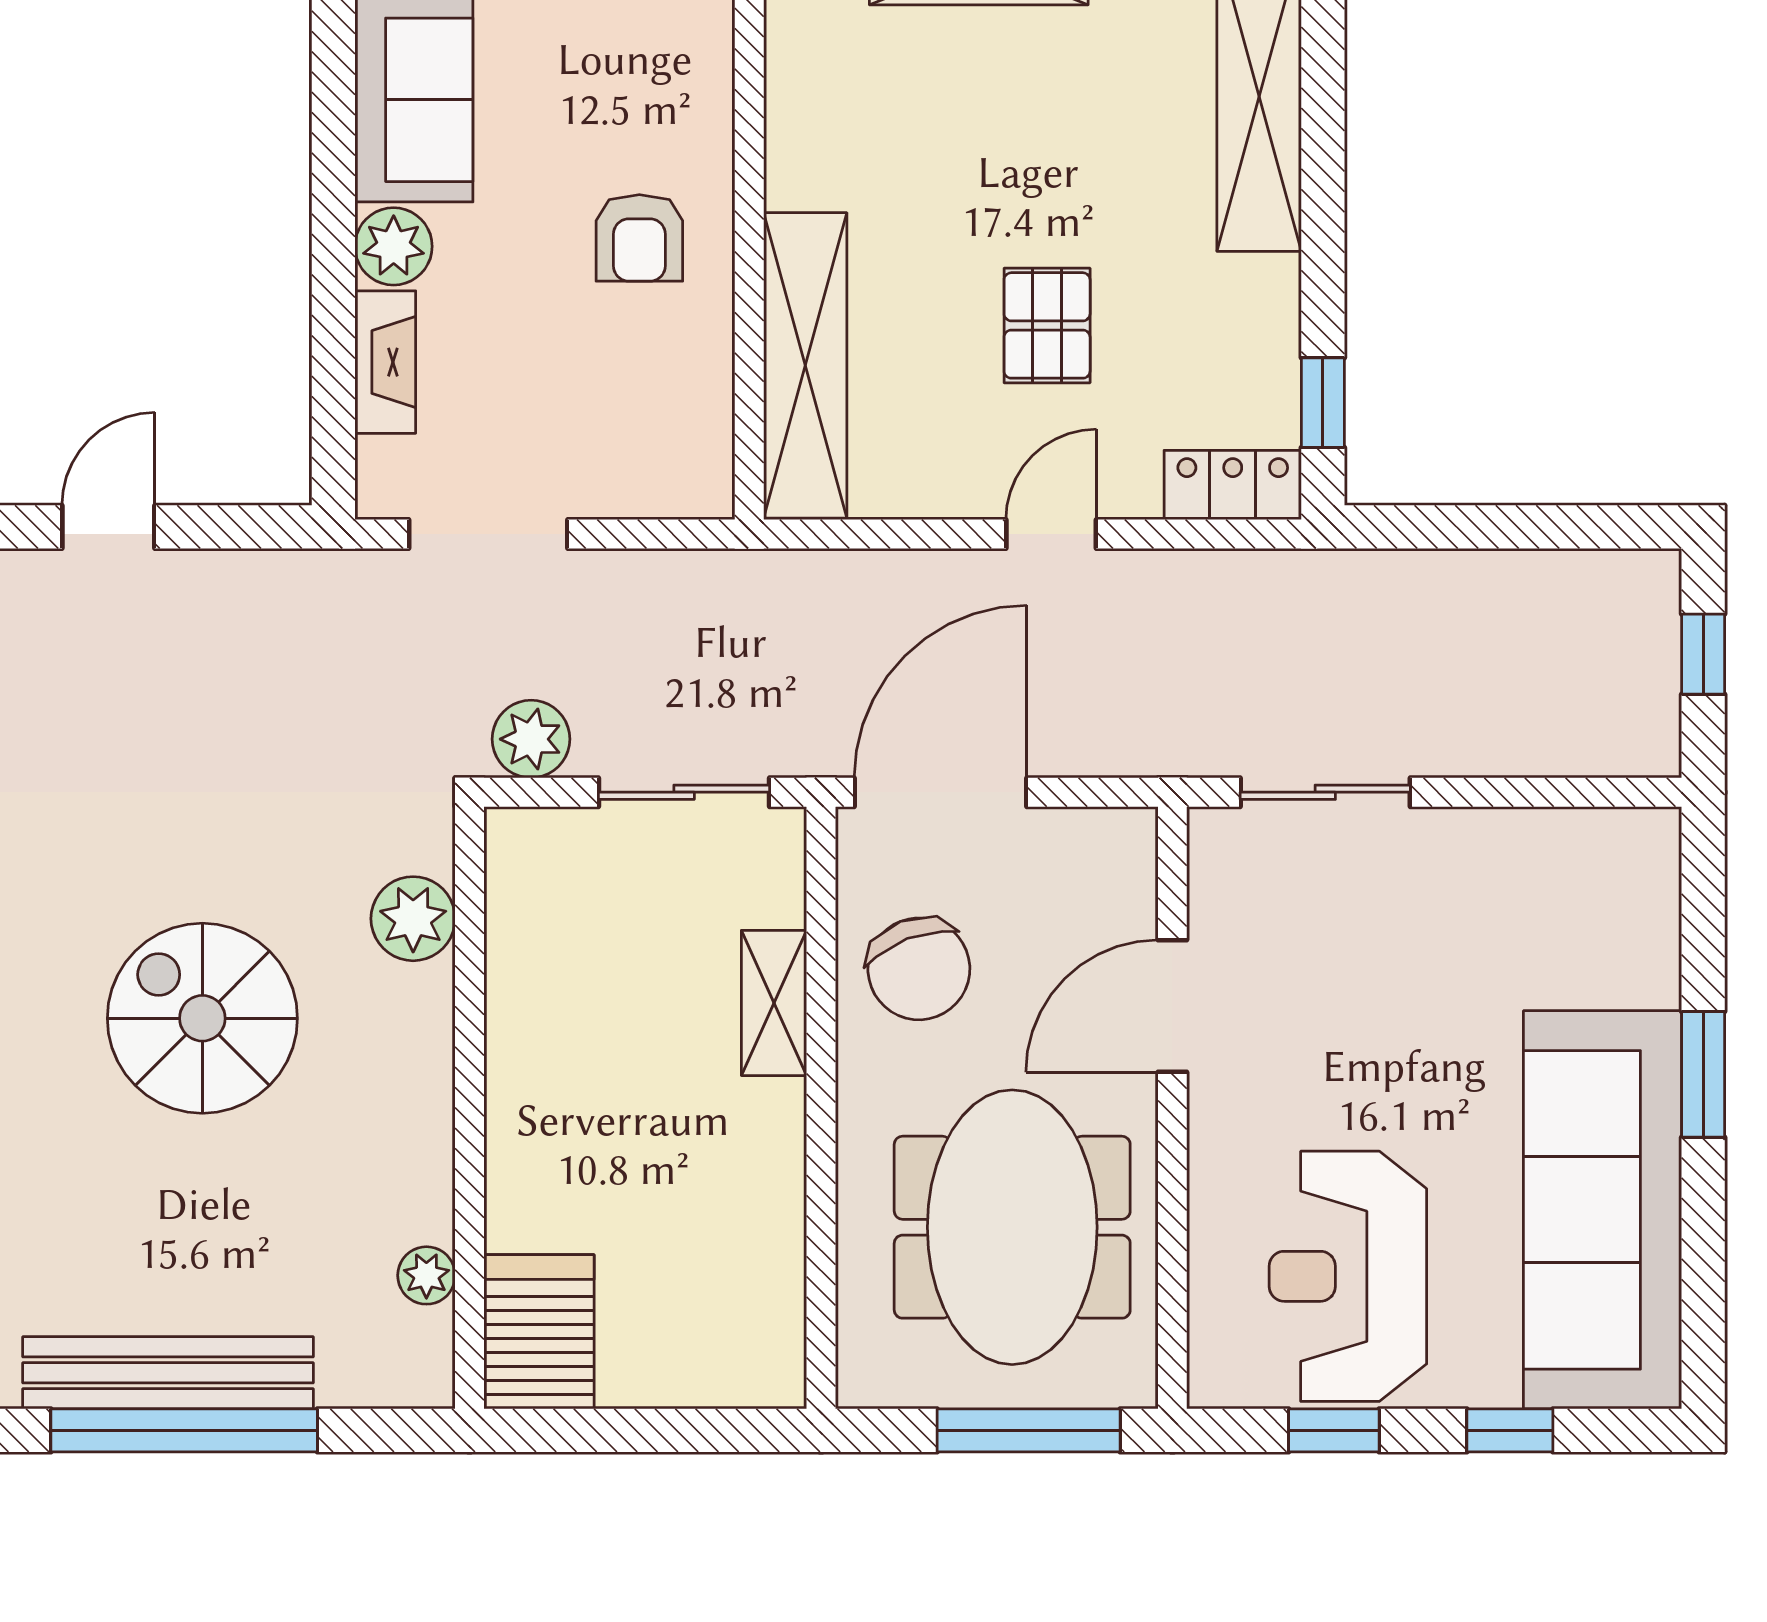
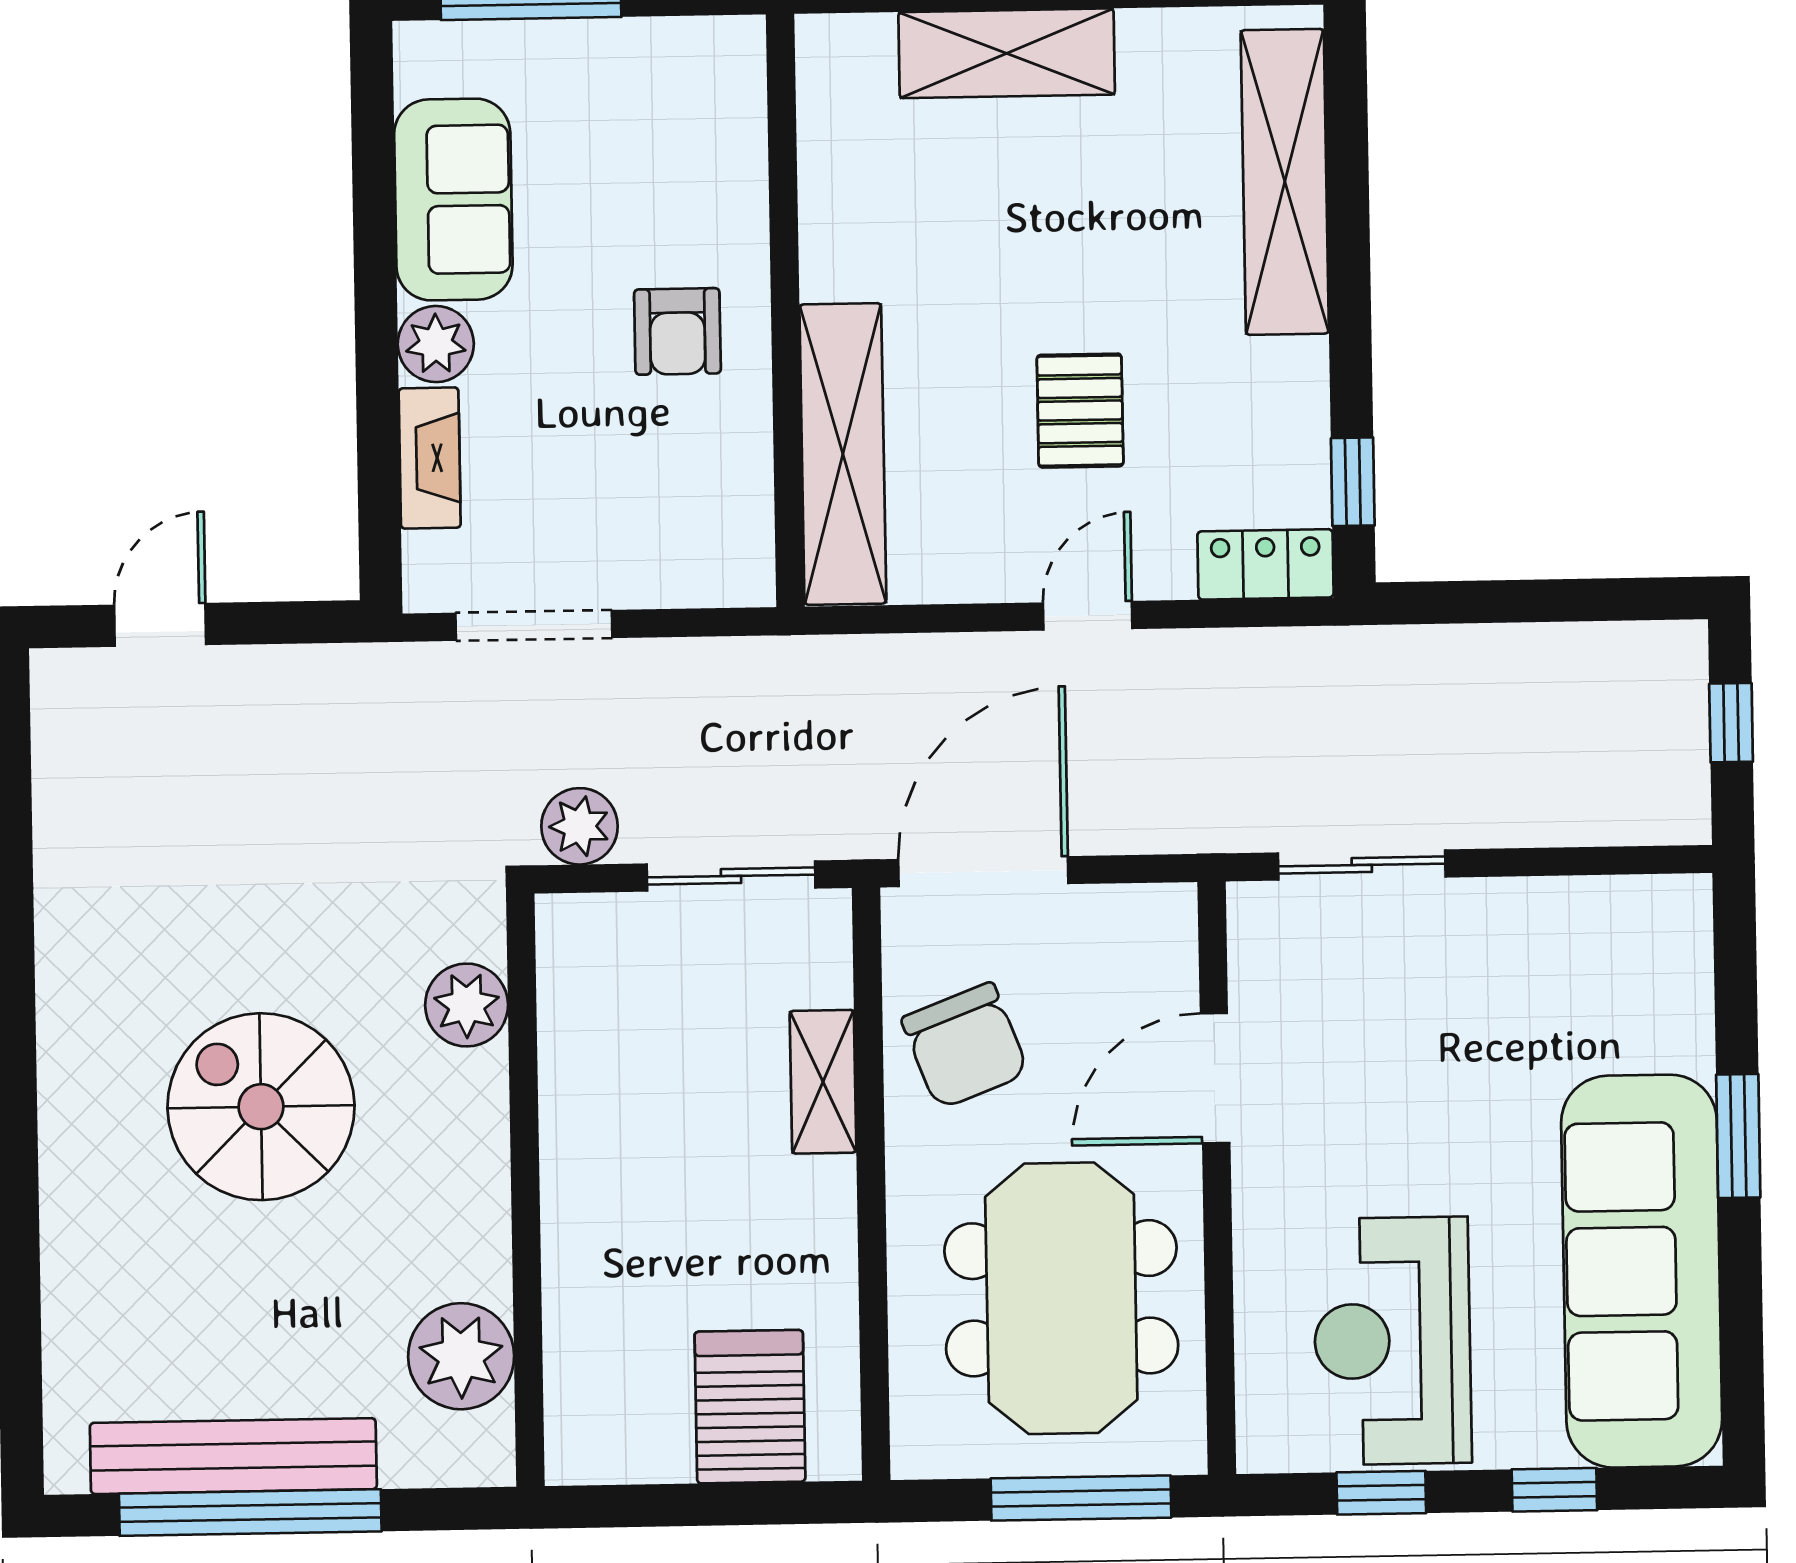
plant: (426, 1275) -> (461, 1356), width x1.87, depth x1.87
server rack: (539, 1332) -> (750, 1407), moved

